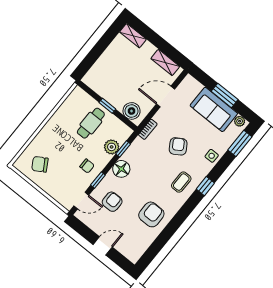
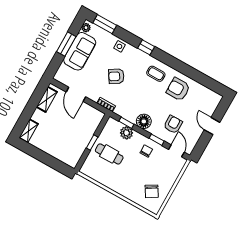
boiler: (132, 111) -> (93, 121), removed
coffee table: (181, 182) -> (156, 74), moved
armchair: (112, 202) -> (173, 124), turned 90

